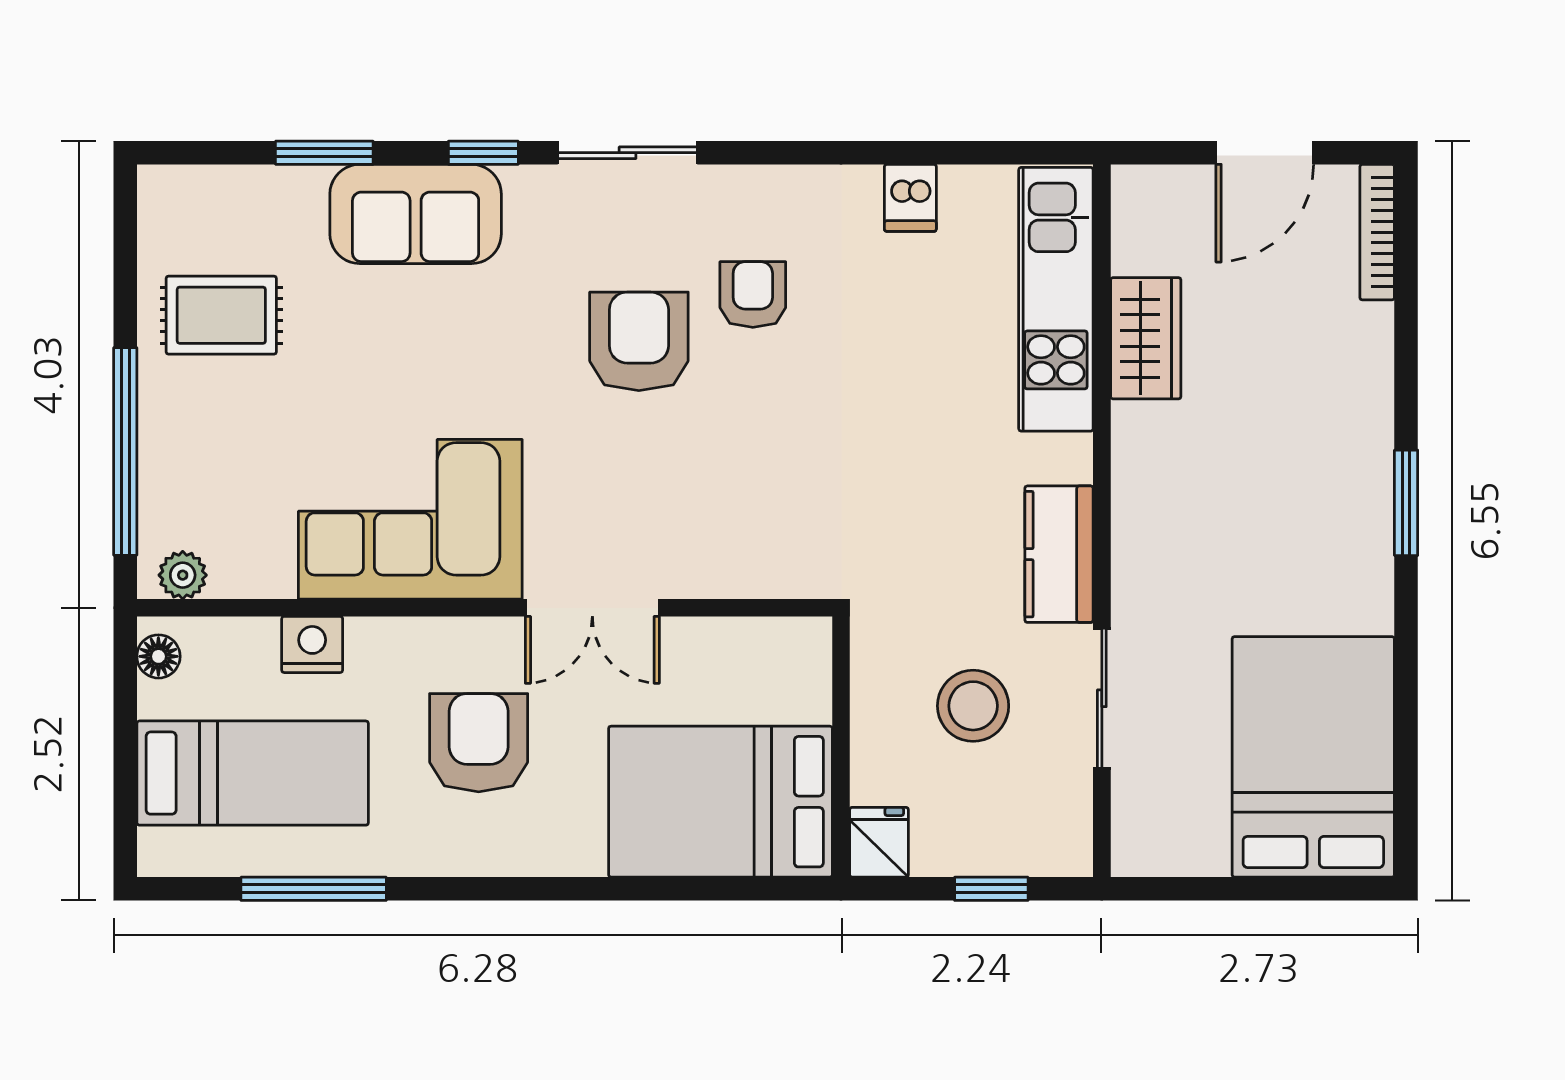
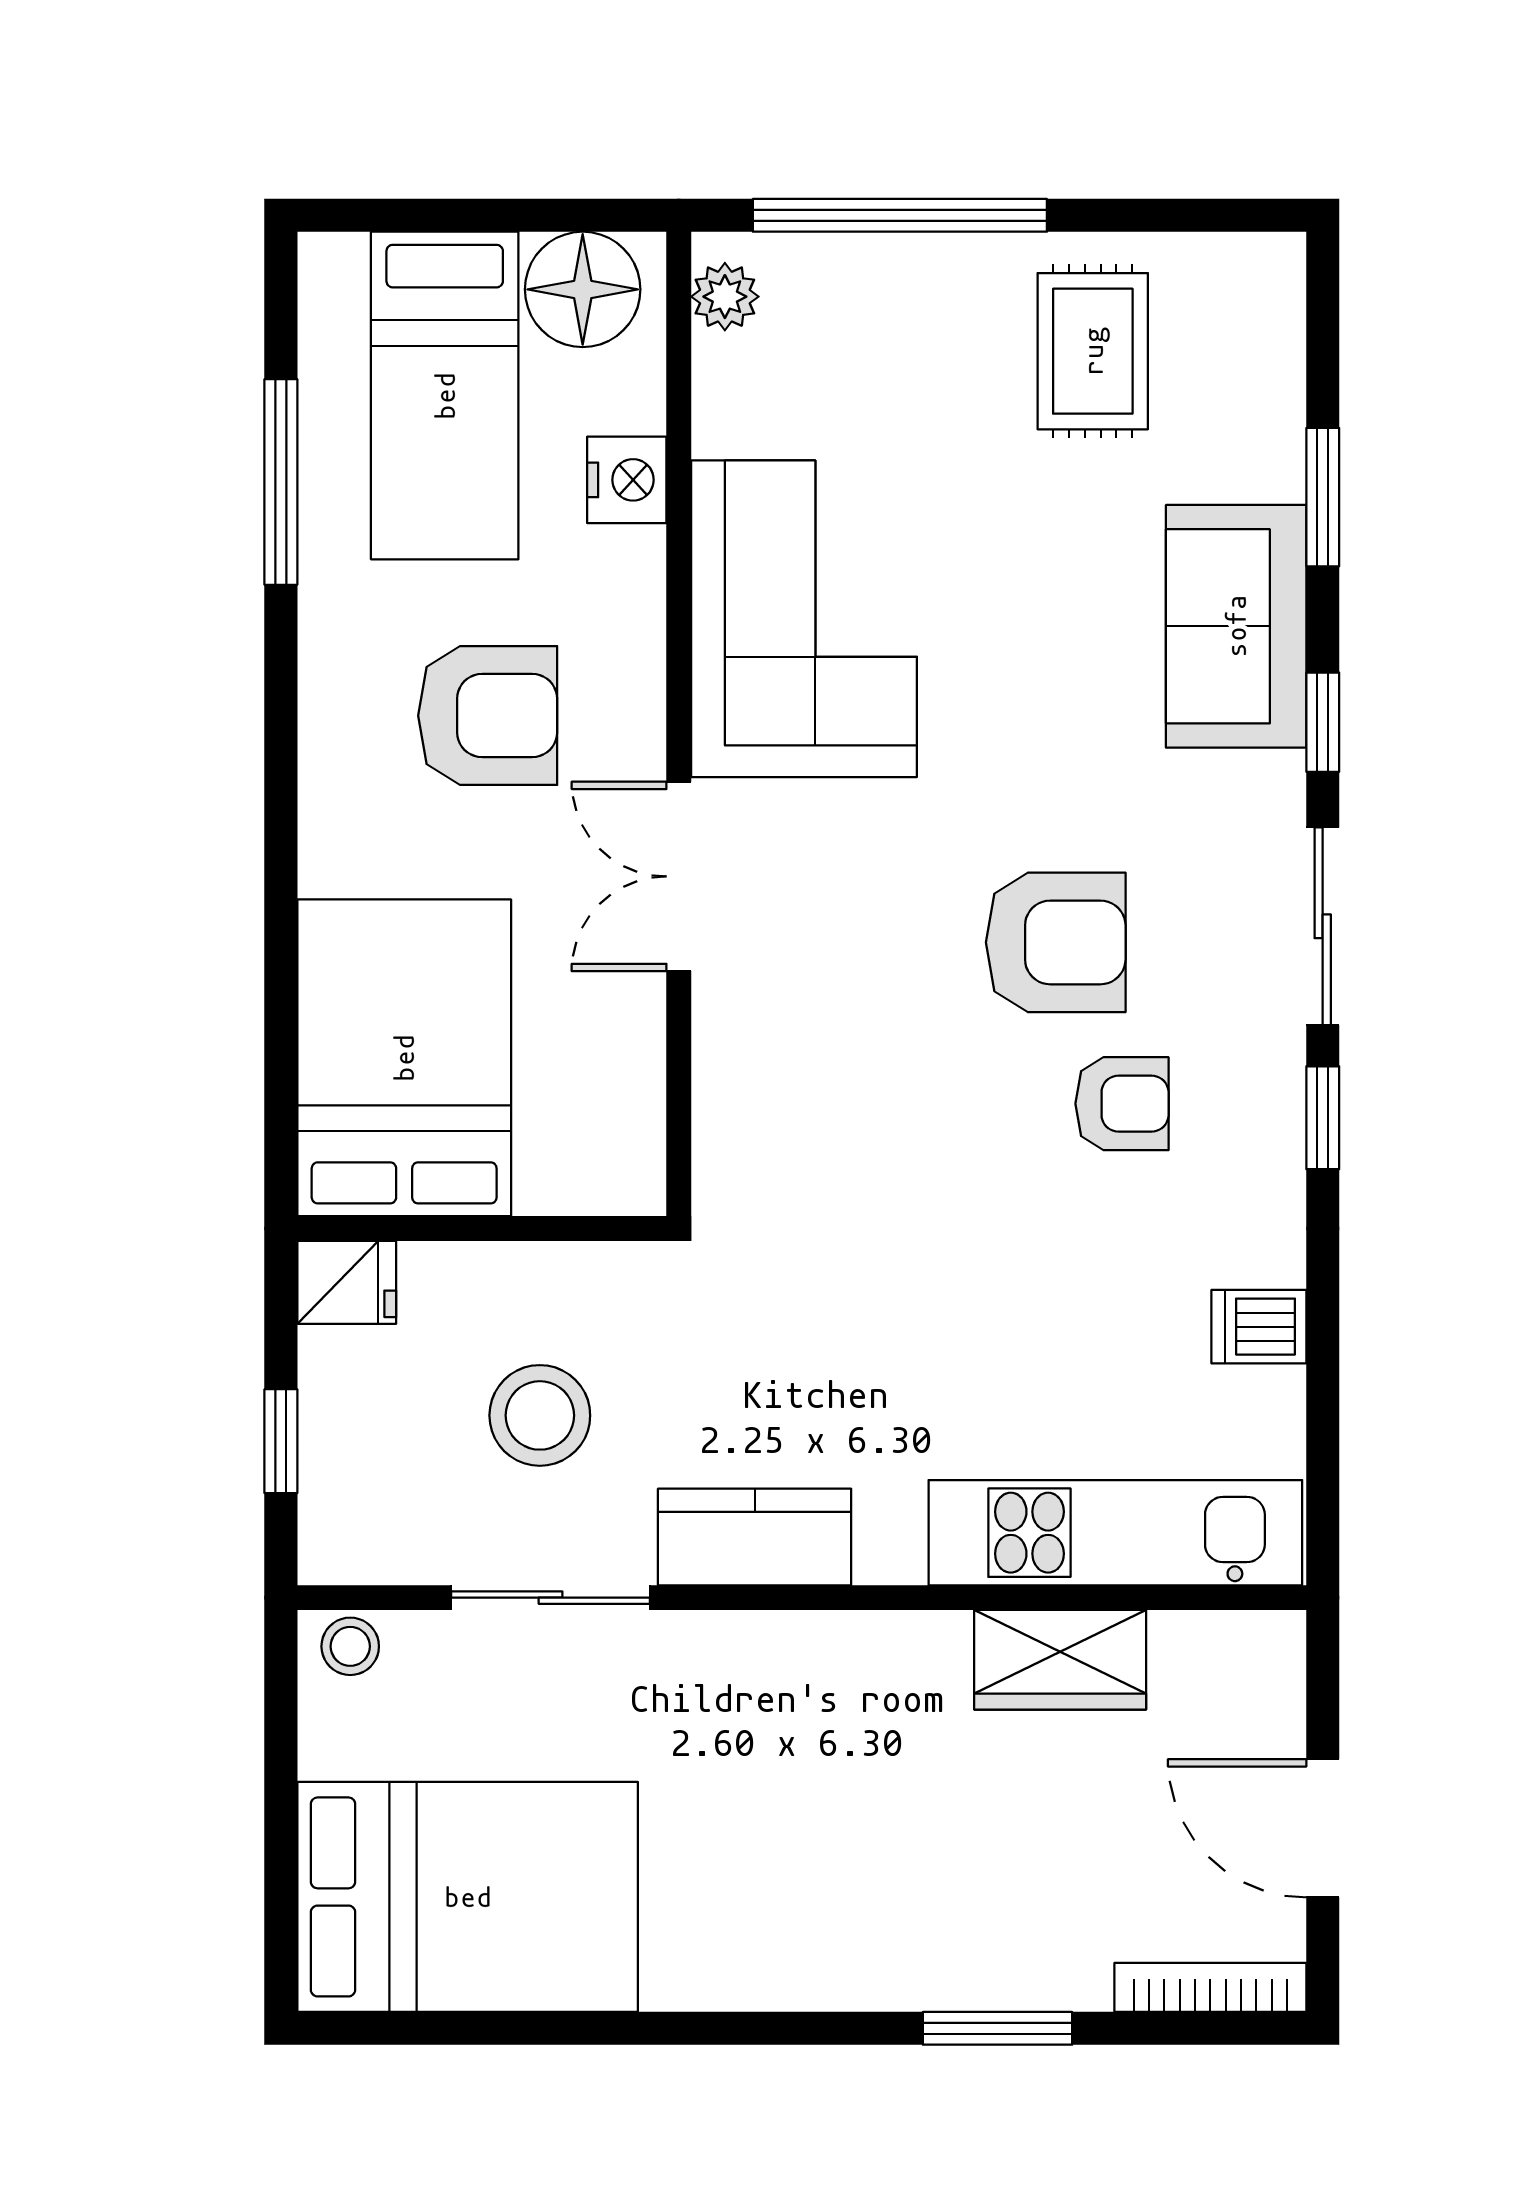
window: (763, 153) -> (1323, 1118), added
window: (1406, 503) -> (997, 2028), moved
floor lamp: (158, 656) -> (583, 289), width x1.89, depth x1.89
stool: (1136, 840) -> (350, 1646), added

